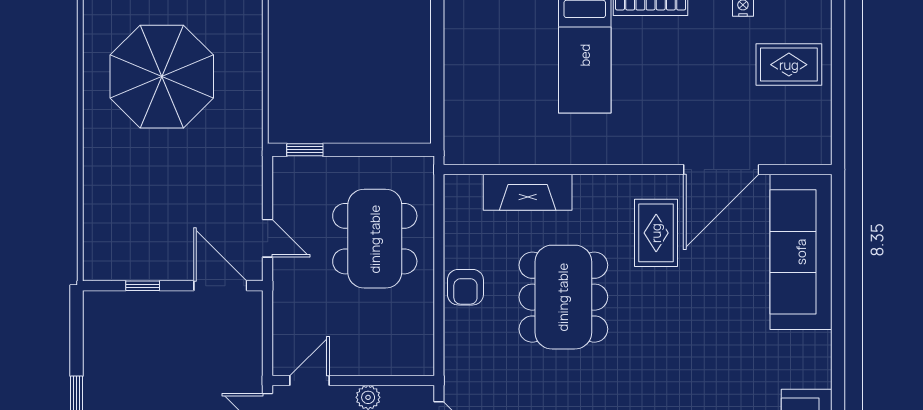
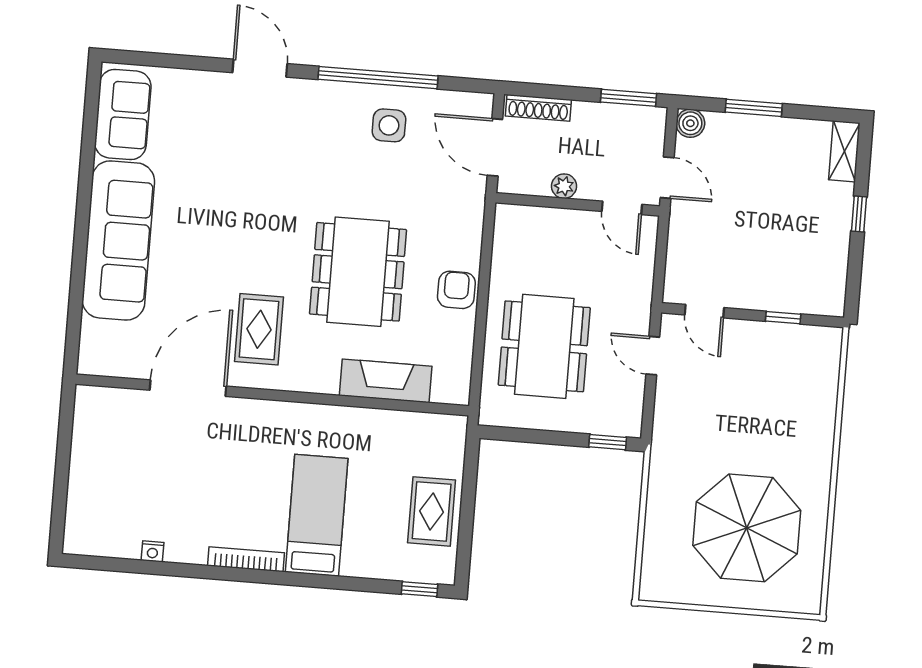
rug: (789, 65) -> (432, 511), moved, turned 90
sofa: (801, 252) -> (118, 240), moved
door: (220, 286) -> (704, 311), width x0.73
door: (310, 381) -> (622, 208), hinge flipped

